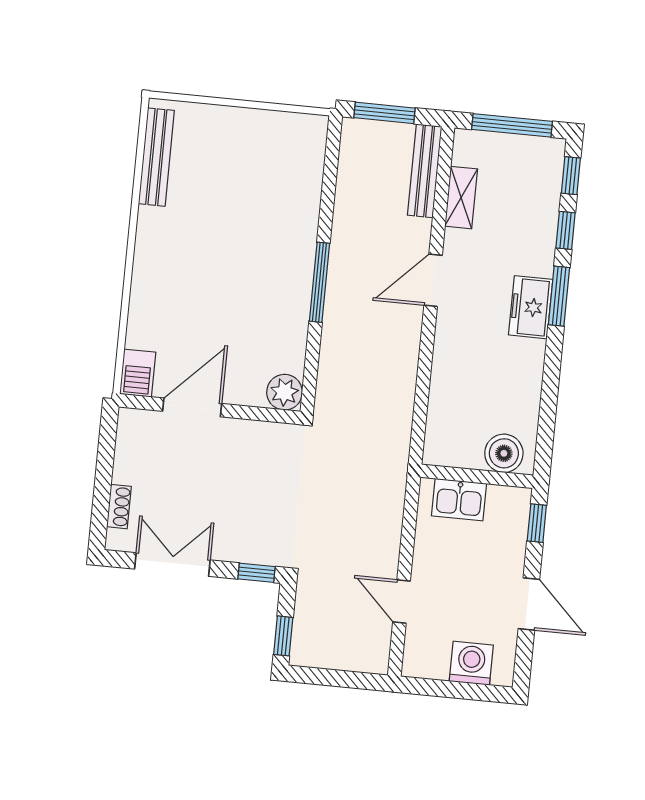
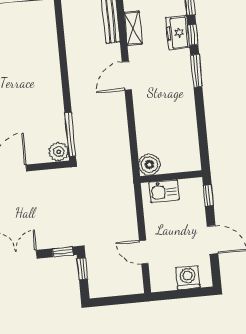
window: (319, 282) -> (70, 134), moved
freezer: (531, 307) -> (178, 33), moved
boiler: (504, 453) -> (149, 165), moved
window: (283, 636) -> (82, 269), moved

